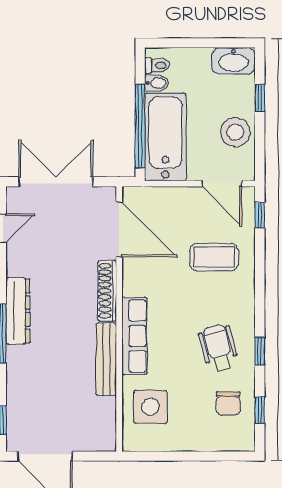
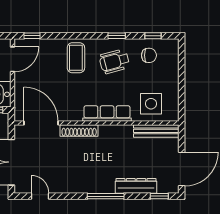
door: (119, 230) -> (41, 123), hinge flipped
coffee table: (214, 257) -> (76, 58), moved
dresser: (18, 311) -> (136, 186), moved
bench: (106, 359) -> (156, 131), moved

